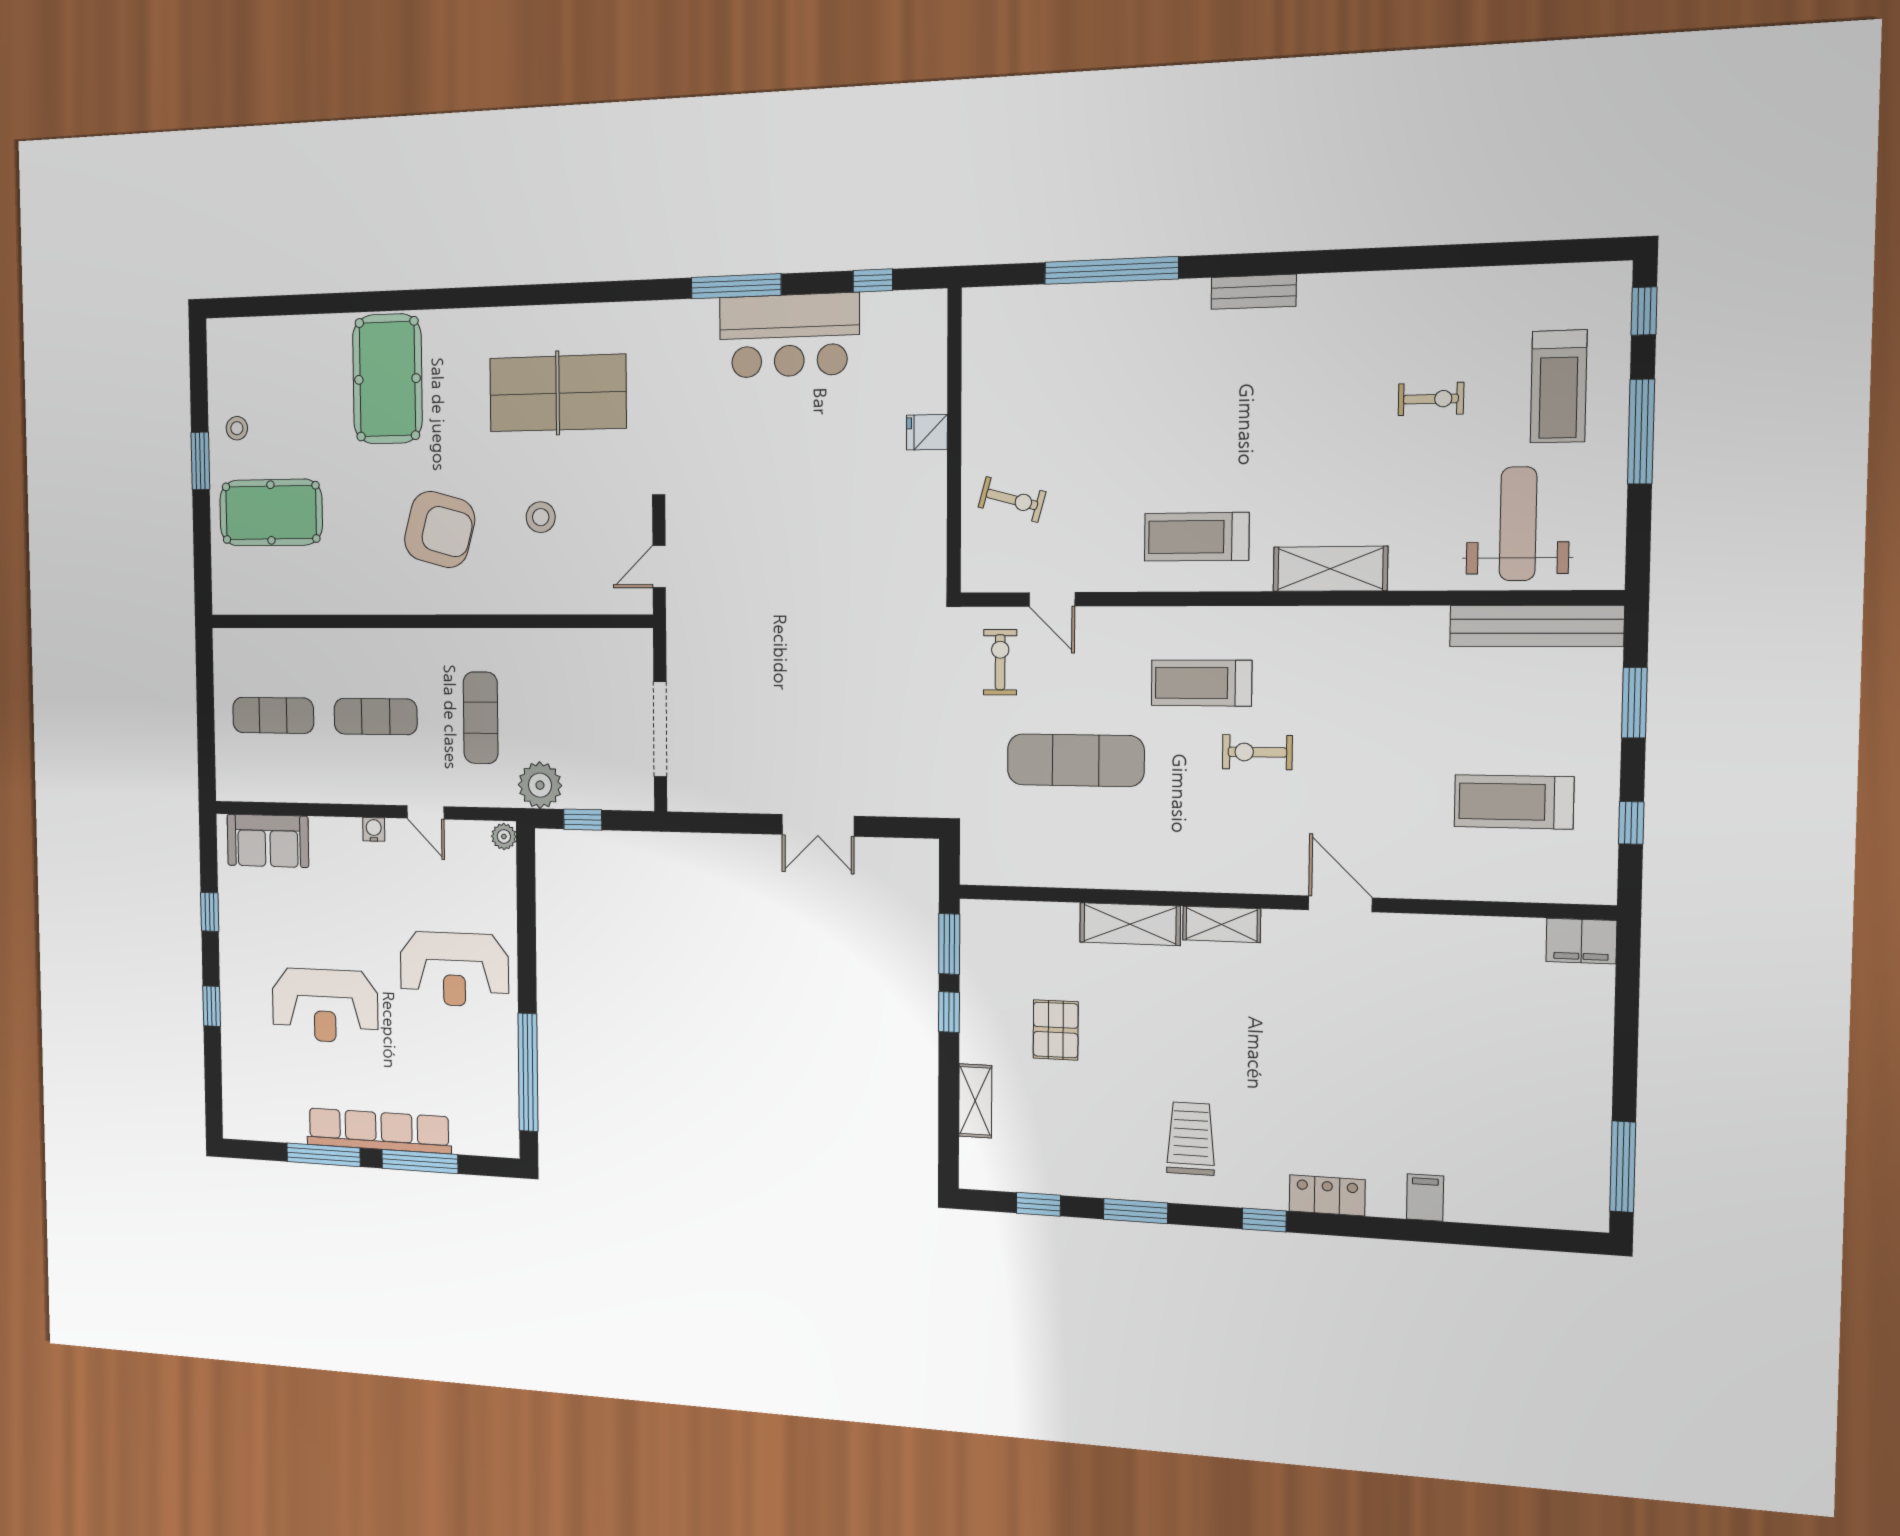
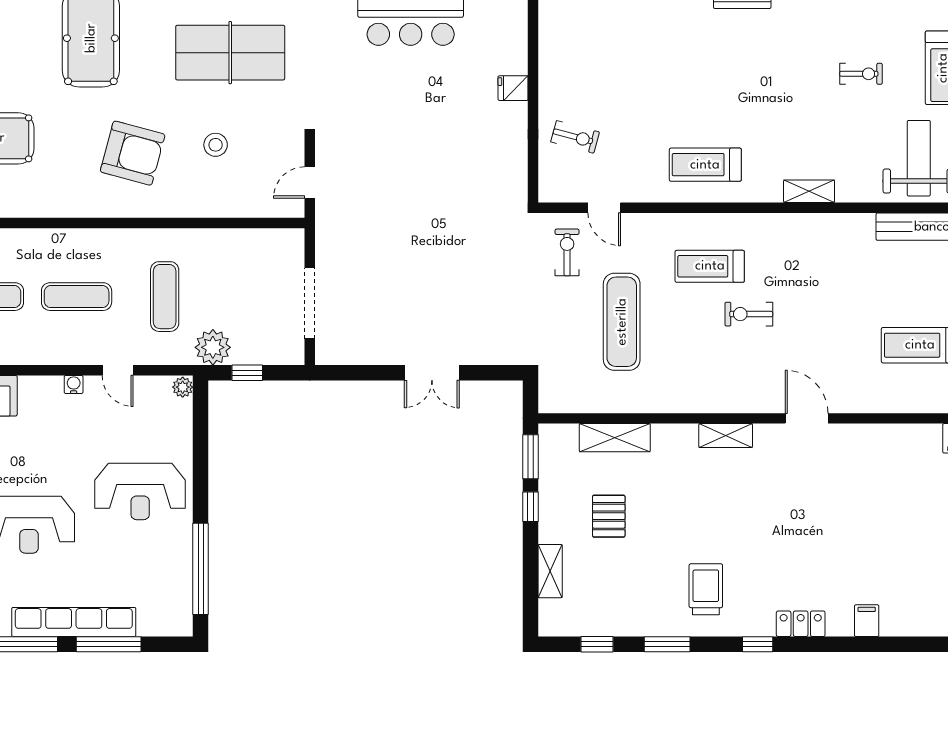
shelving: (1330, 569) -> (809, 191), width x0.67, depth x0.75
exercise mat: (1075, 760) -> (622, 322), turned 90
shelving: (1130, 924) -> (615, 438), moved

